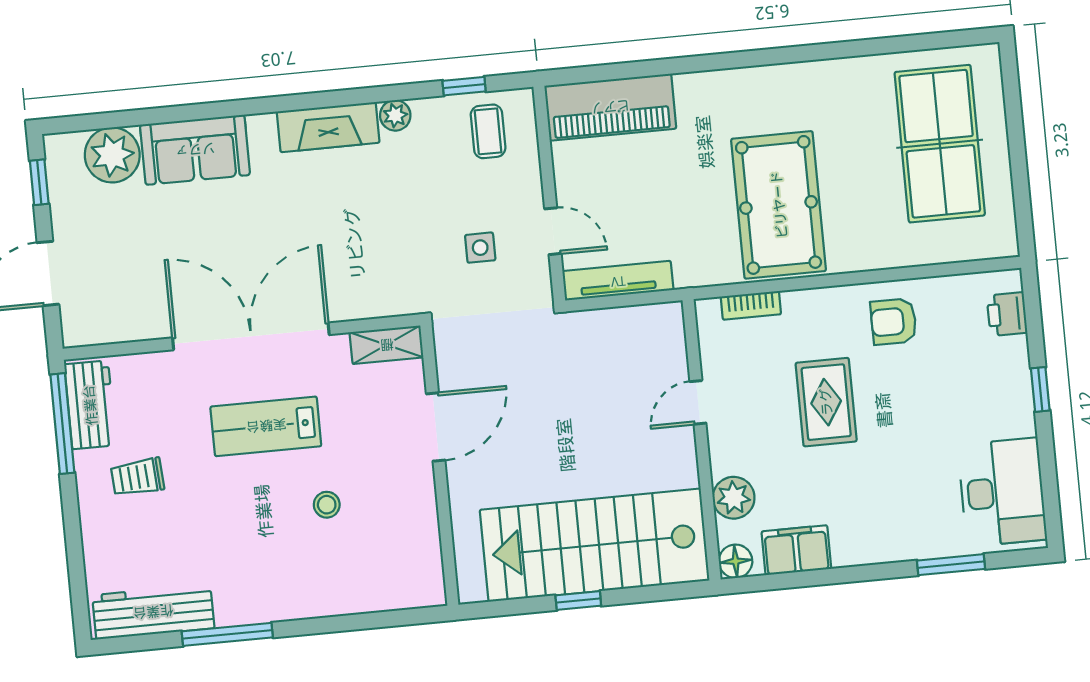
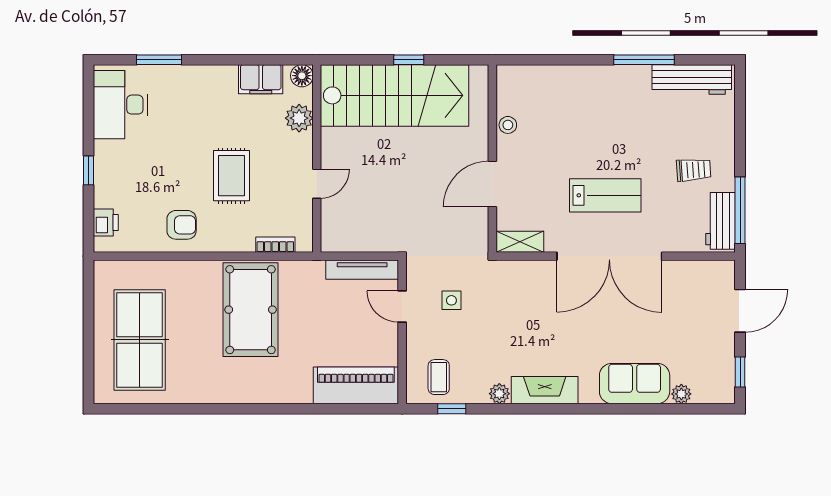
plant: (112, 155) -> (681, 394), width x0.53, depth x0.53
stool: (327, 505) -> (508, 125), moved

